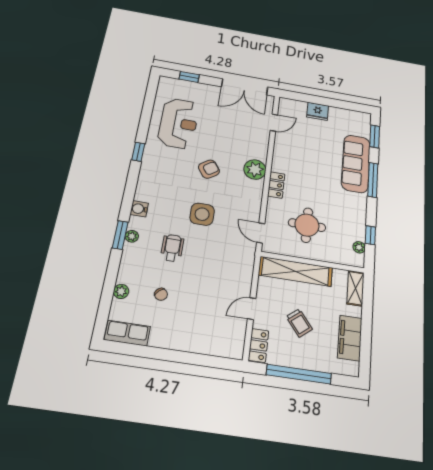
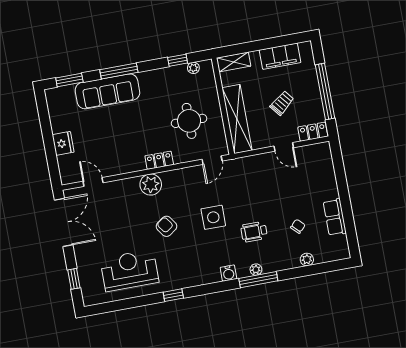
window: (120, 235) -> (258, 280), width x1.44
row of seats: (127, 333) -> (335, 217), moved

